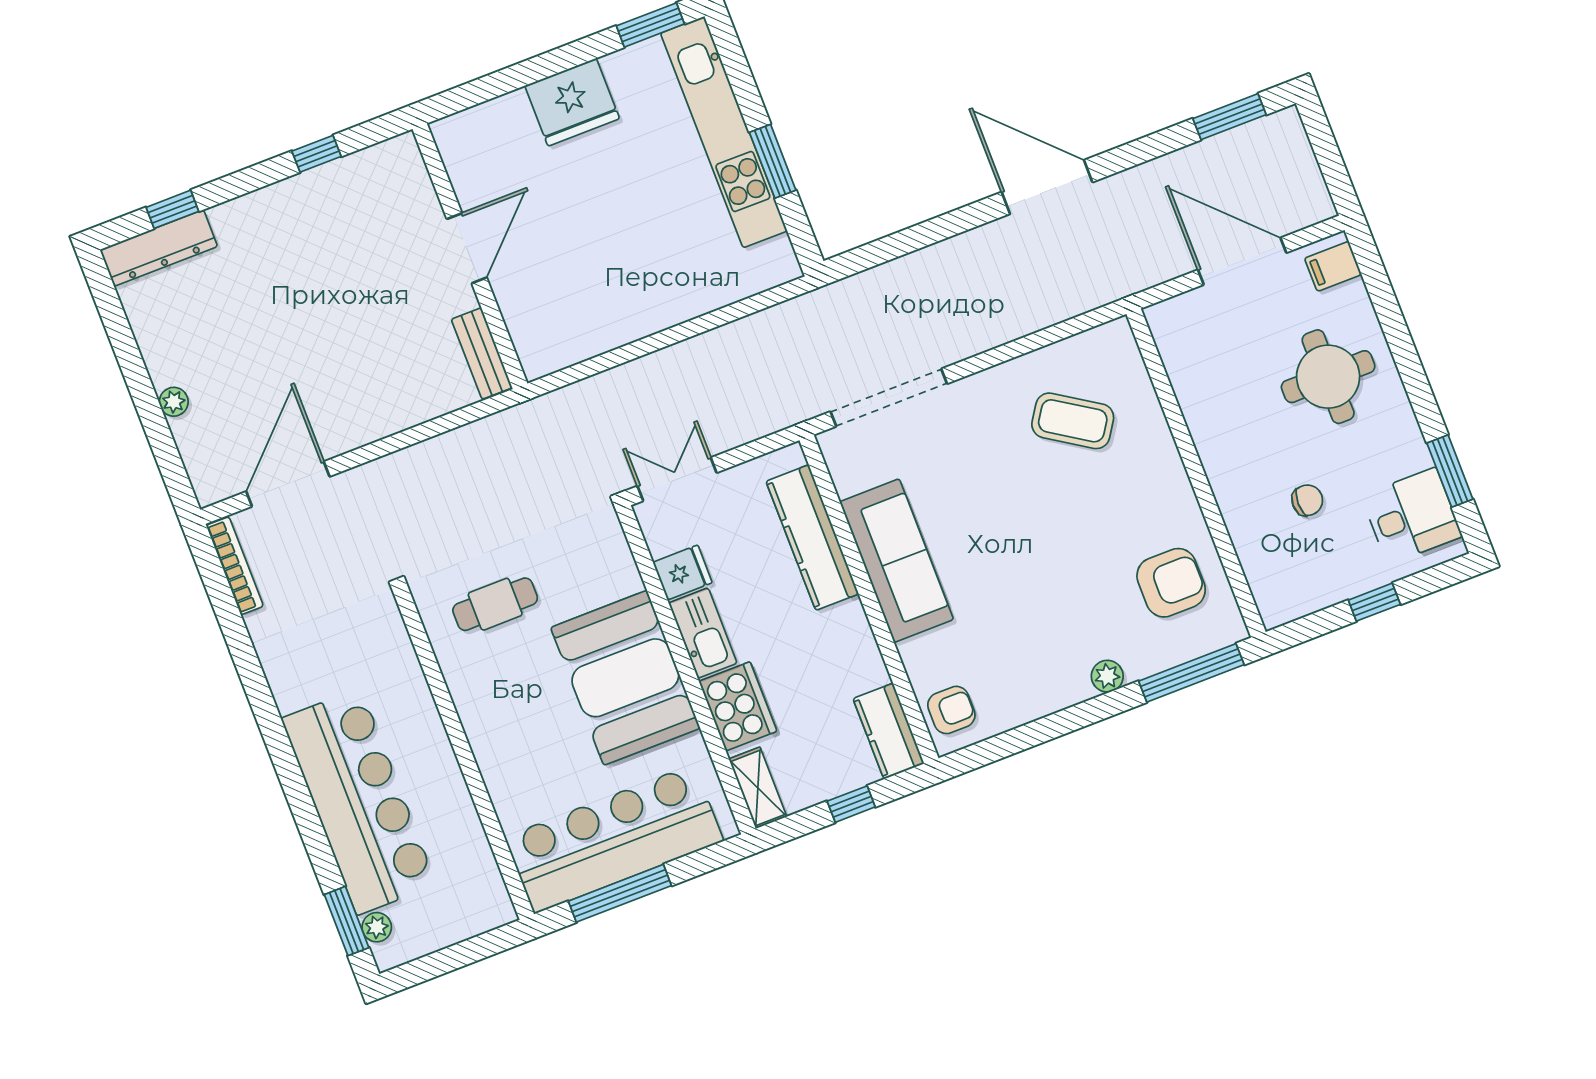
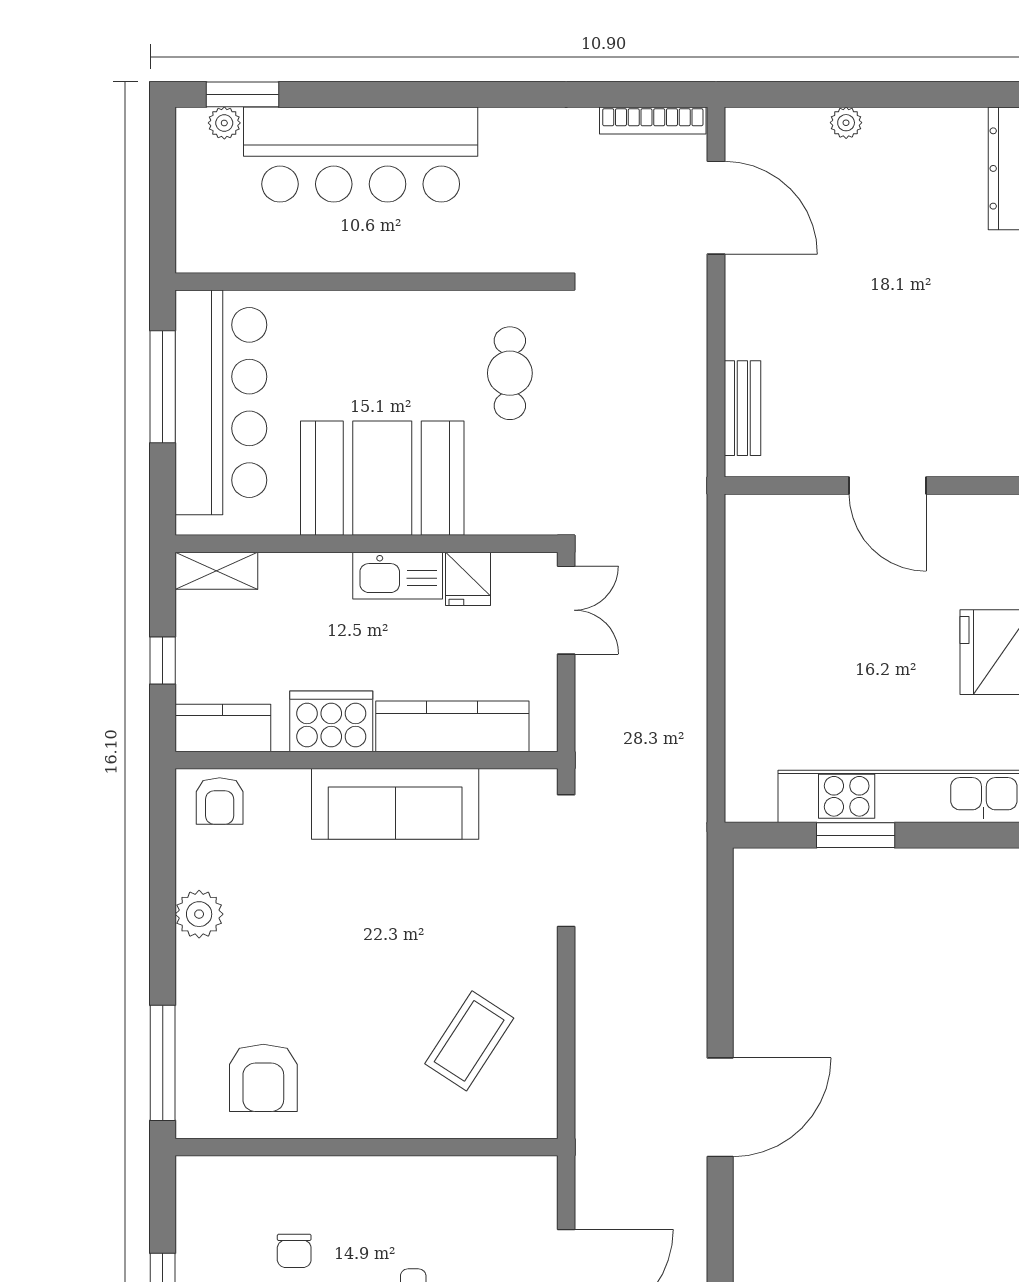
bench: (482, 354) -> (742, 408), moved, turned 90
plant: (1107, 676) -> (199, 914), moved, width x1.38, depth x1.38
cooker: (738, 706) -> (331, 721), moved, turned 180

